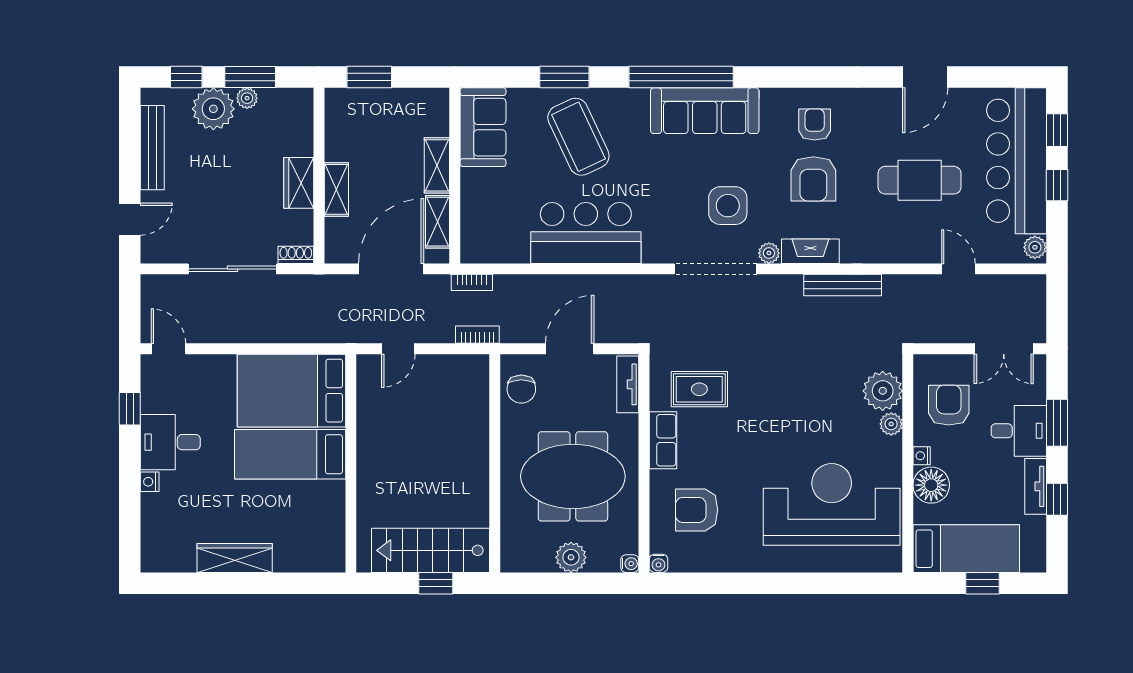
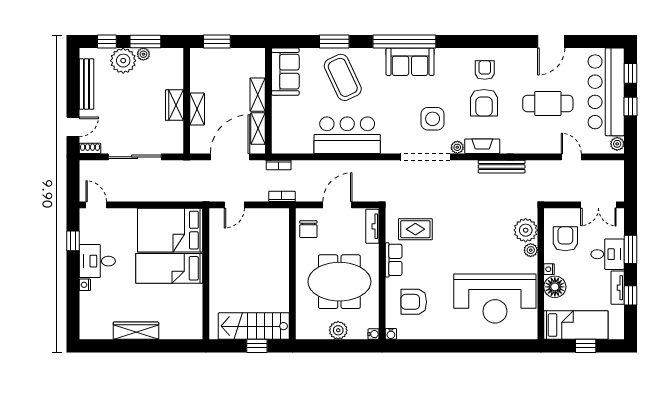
sofa: (705, 111) -> (410, 62), width x0.73
shoe rack: (296, 255) -> (90, 148), moved
reception desk: (832, 504) -> (495, 299), turned 180

